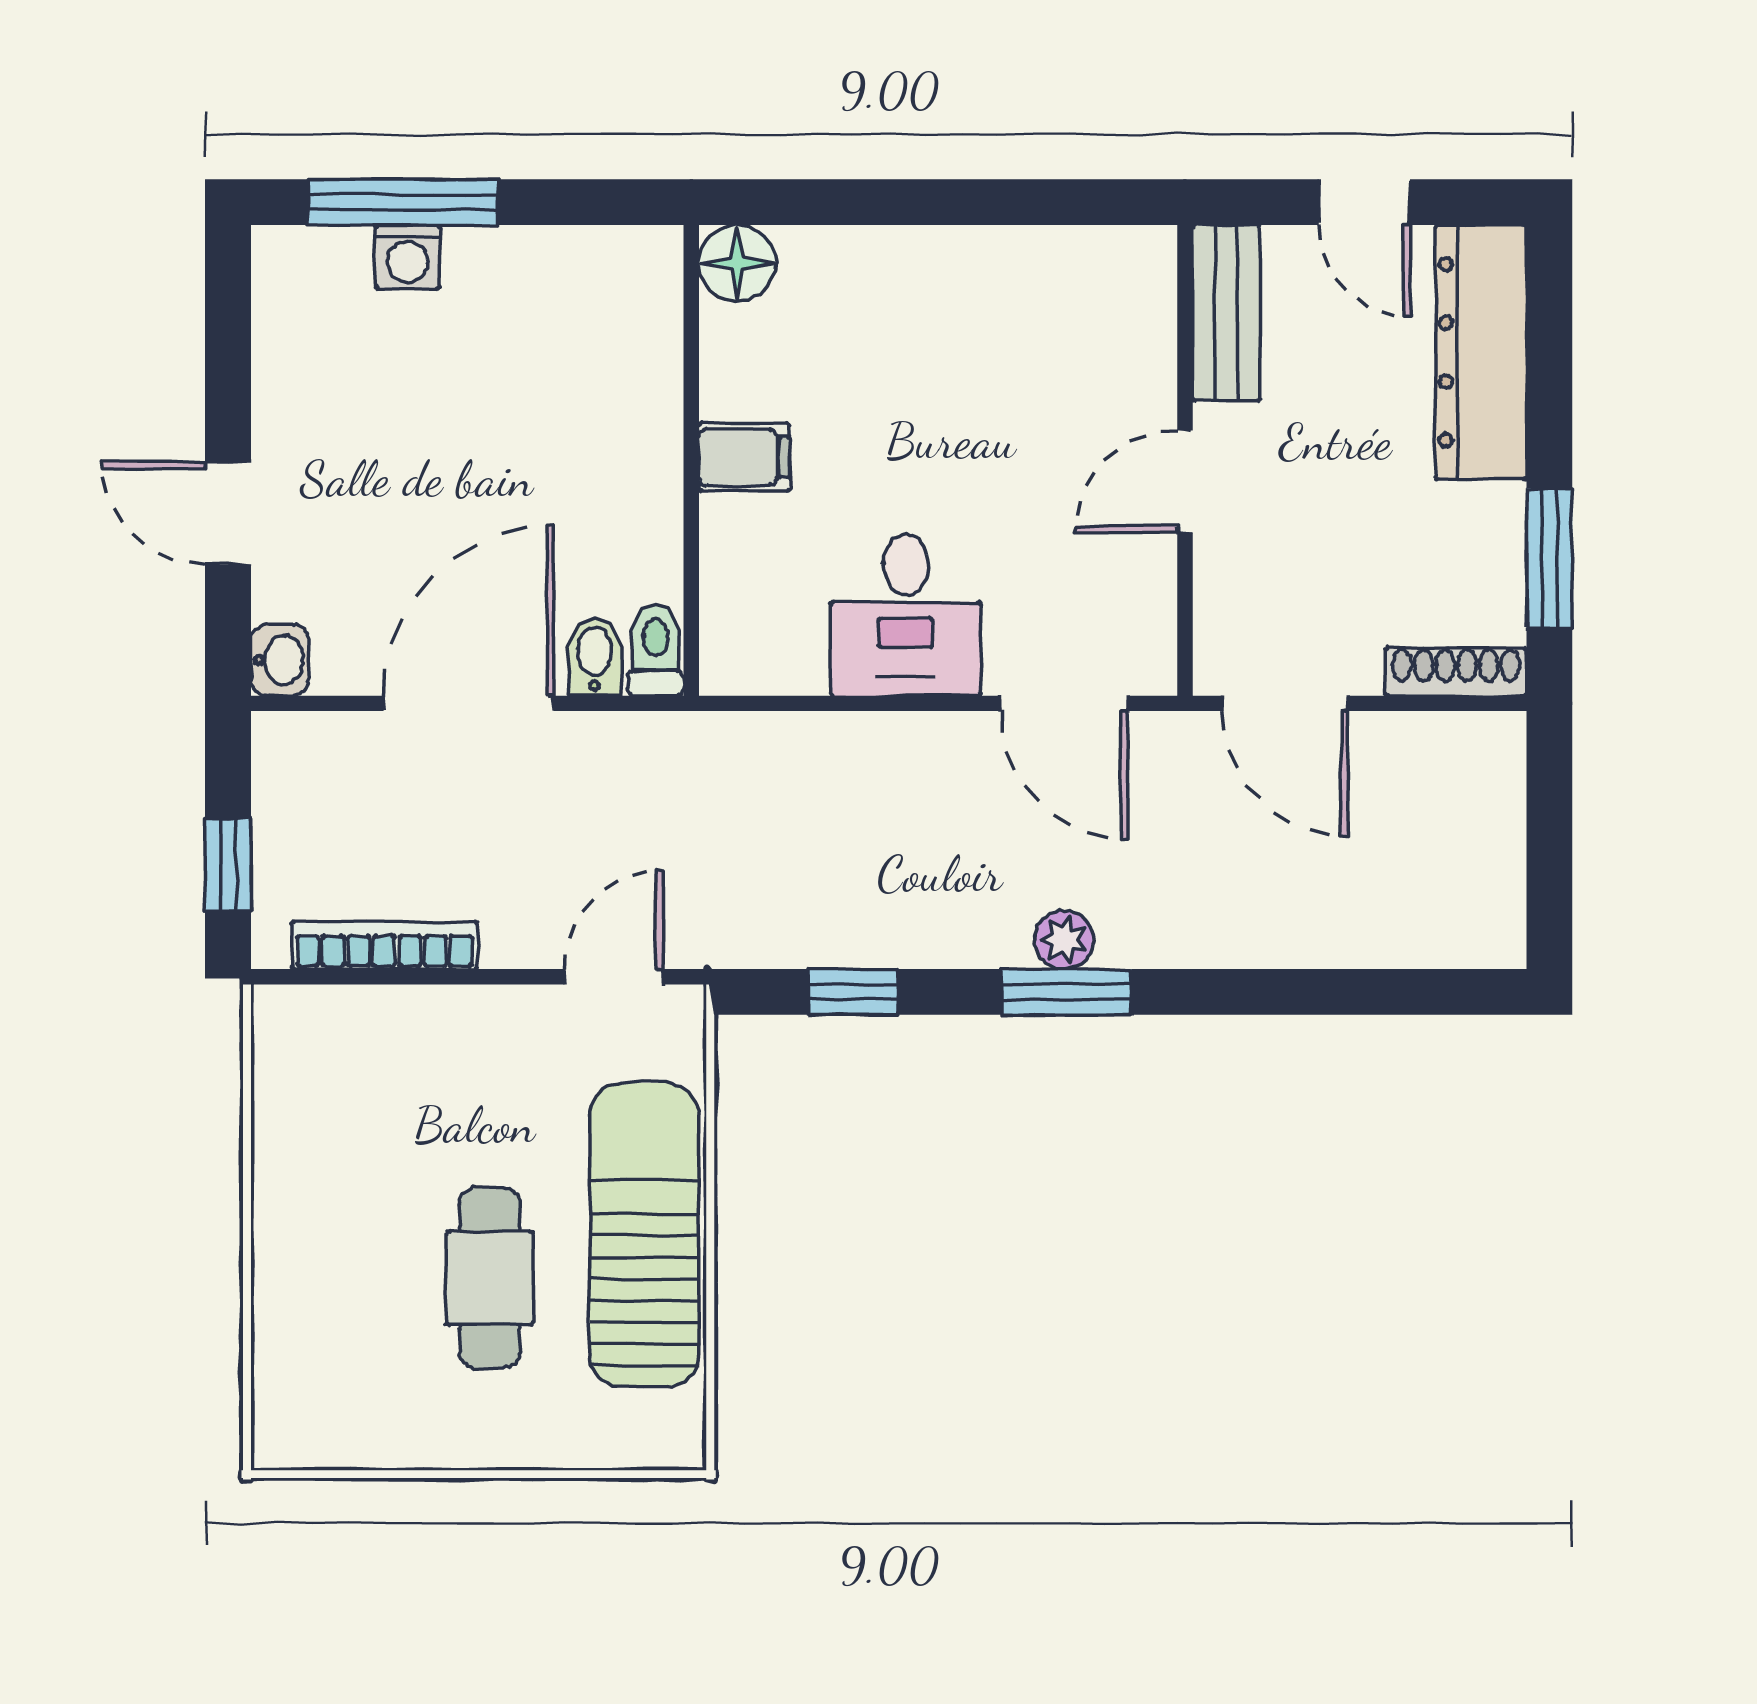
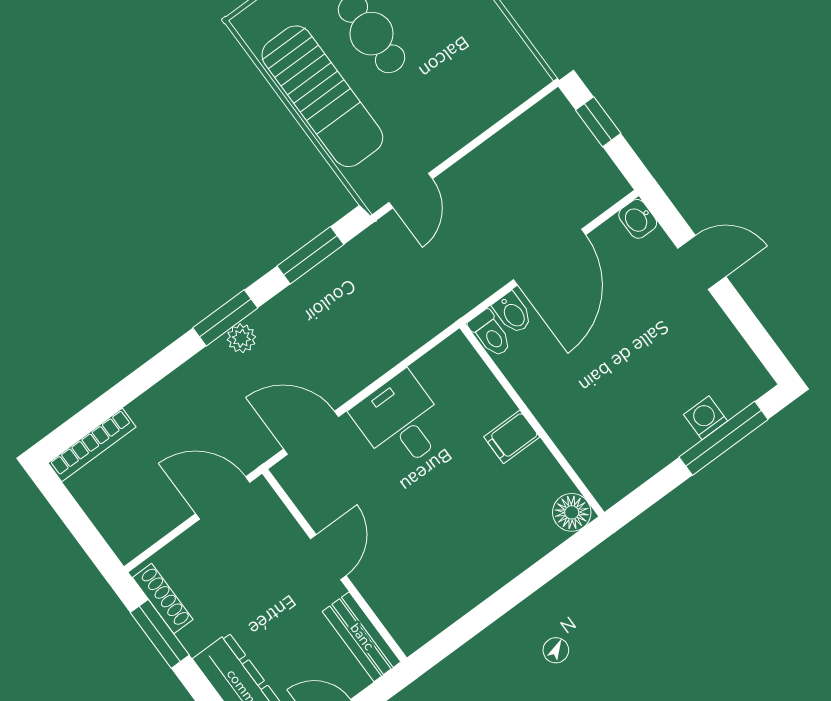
shoe rack: (1456, 672) -> (163, 599), moved, turned -90
bookcase: (384, 945) -> (92, 445), moved
window: (853, 992) -> (310, 255), width x1.50

